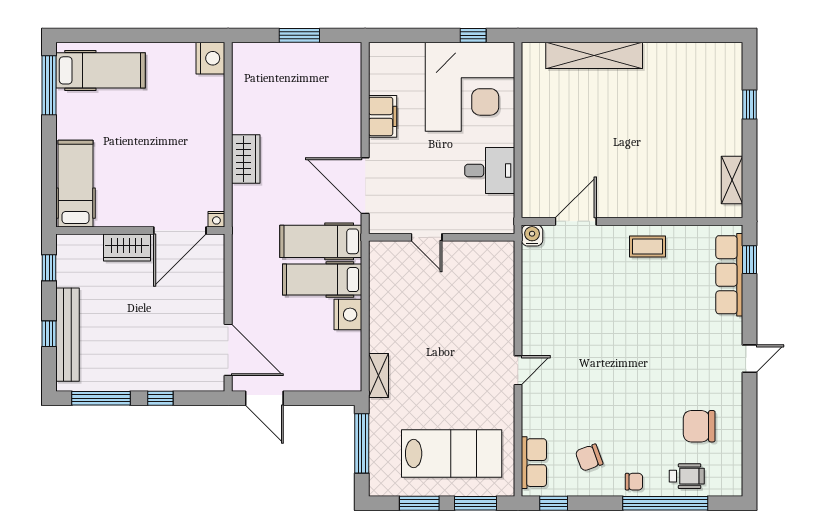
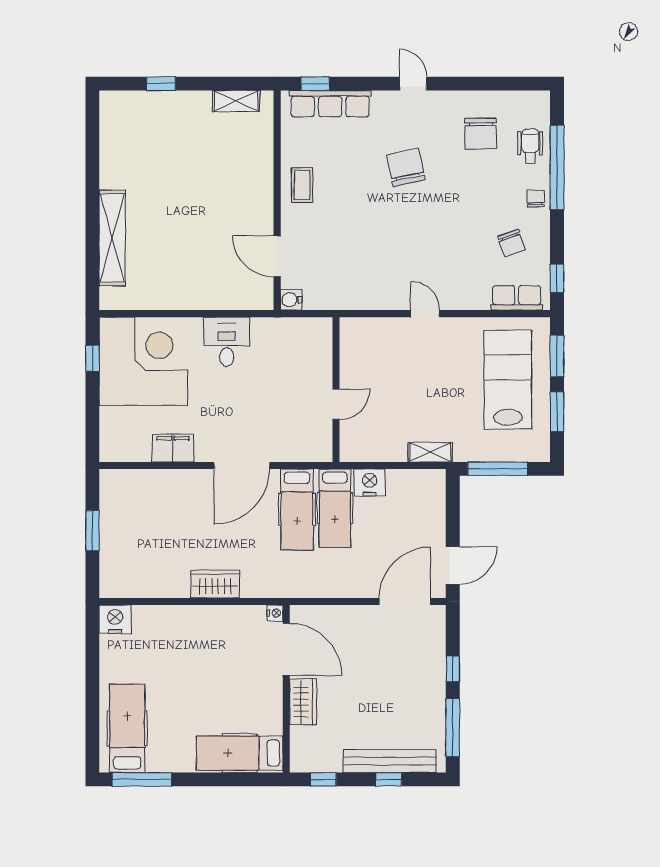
door: (427, 237) -> (336, 404), moved
wall: (442, 237) -> (336, 390), moved
chair: (665, 351) -> (406, 167), added

